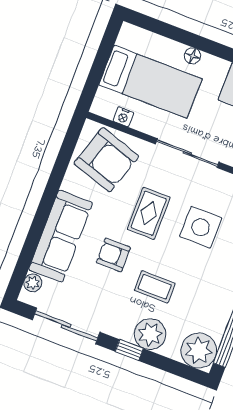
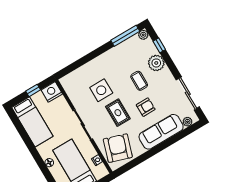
rug: (149, 213) -> (118, 113), turned 90
armchair: (113, 255) -> (146, 107), turned -90
window: (129, 350) -> (159, 45), moved
plant: (199, 351) -> (143, 35), width x0.53, depth x0.53

